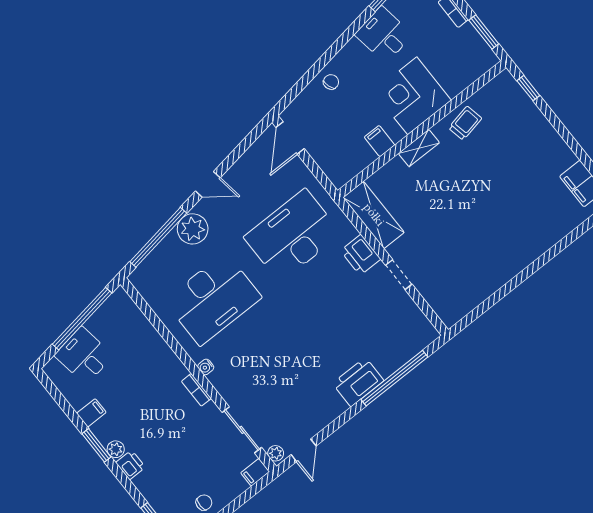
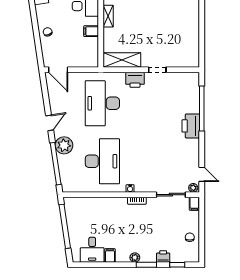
desk: (84, 356) -> (92, 250), moved, turned -82
window: (96, 445) -> (146, 265), moved
printer: (131, 465) -> (163, 256), moved

